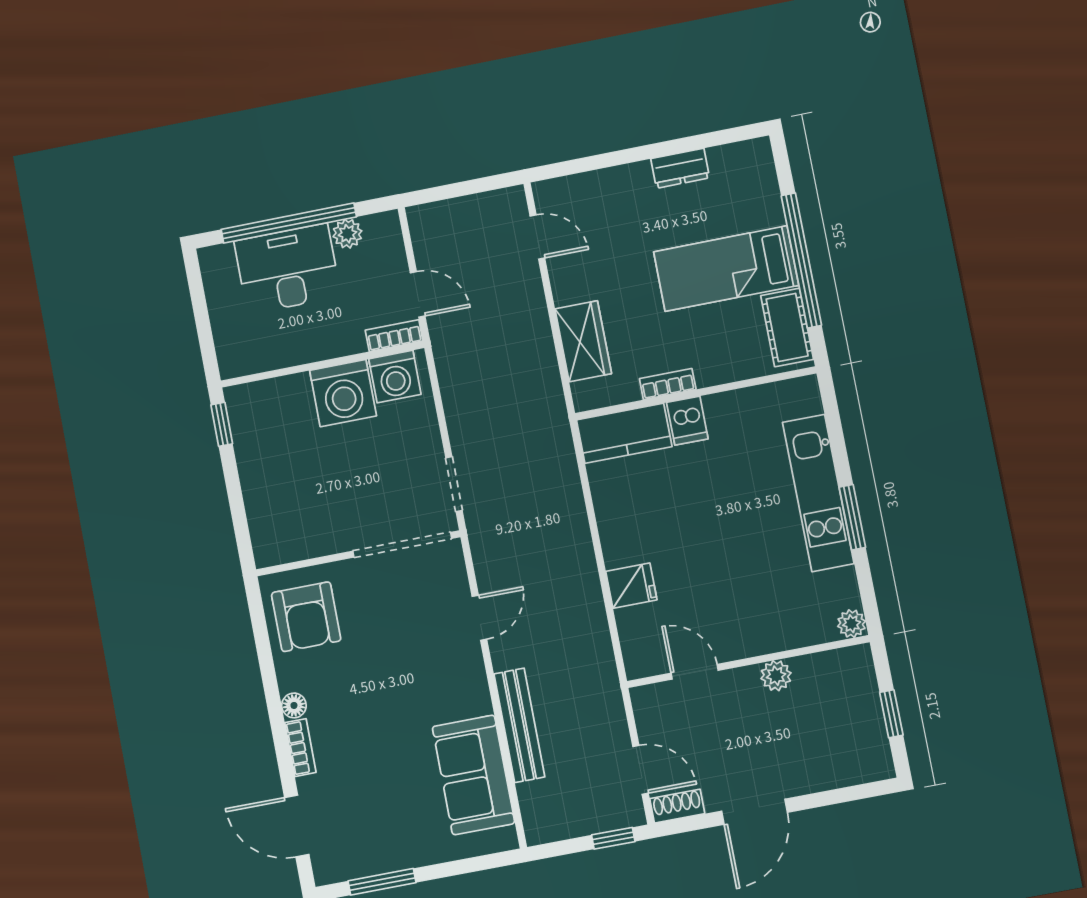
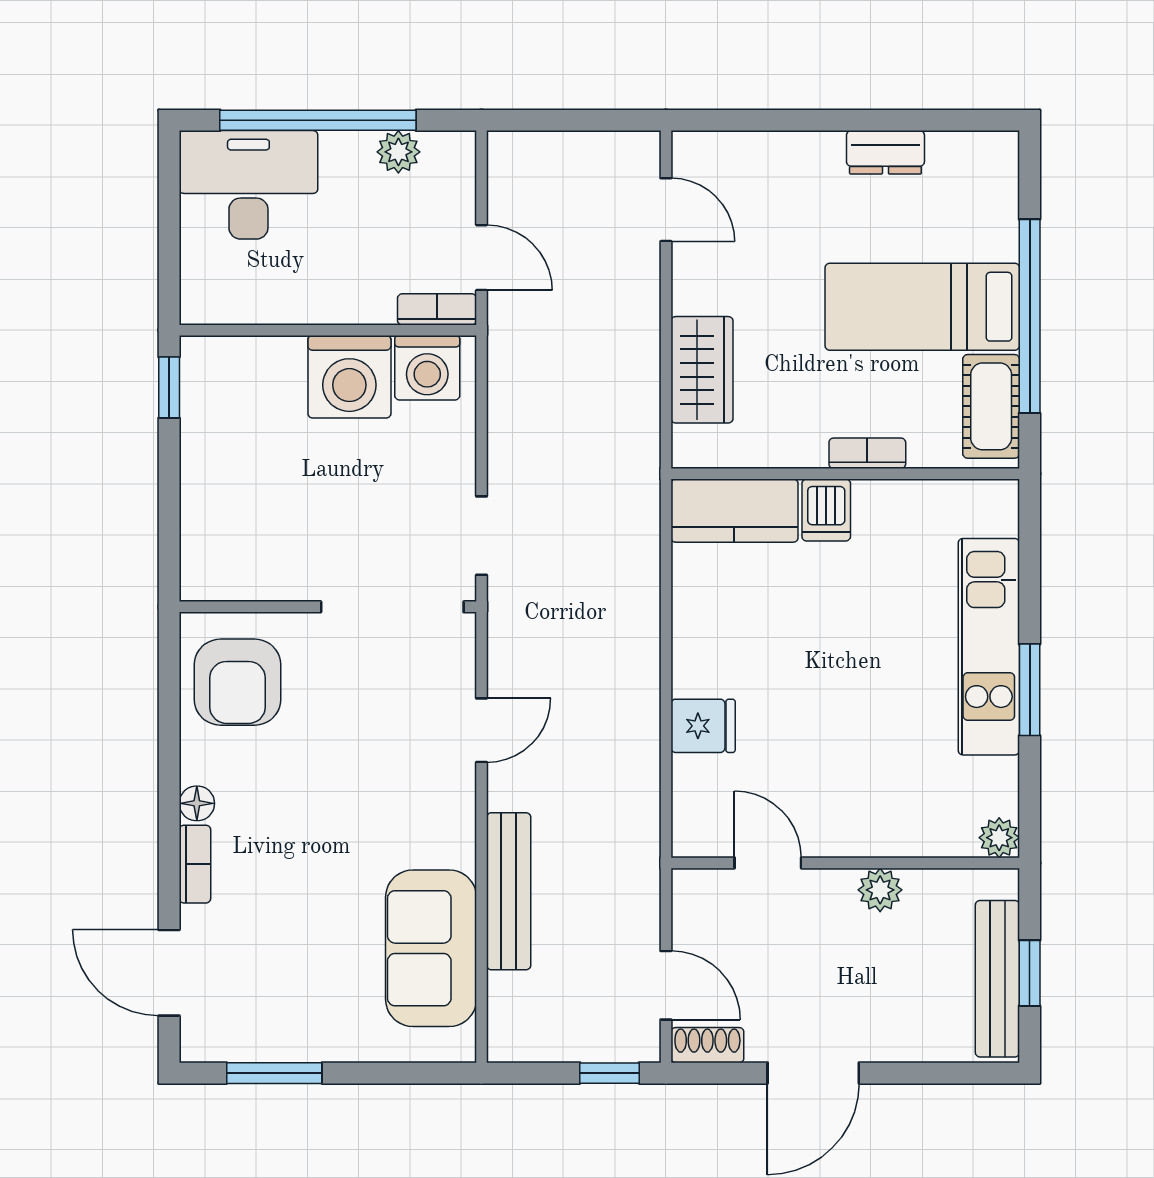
desk: (287, 269) -> (248, 185), moved
bookcase: (668, 384) -> (867, 453), moved
bench: (870, 722) -> (997, 979), added

